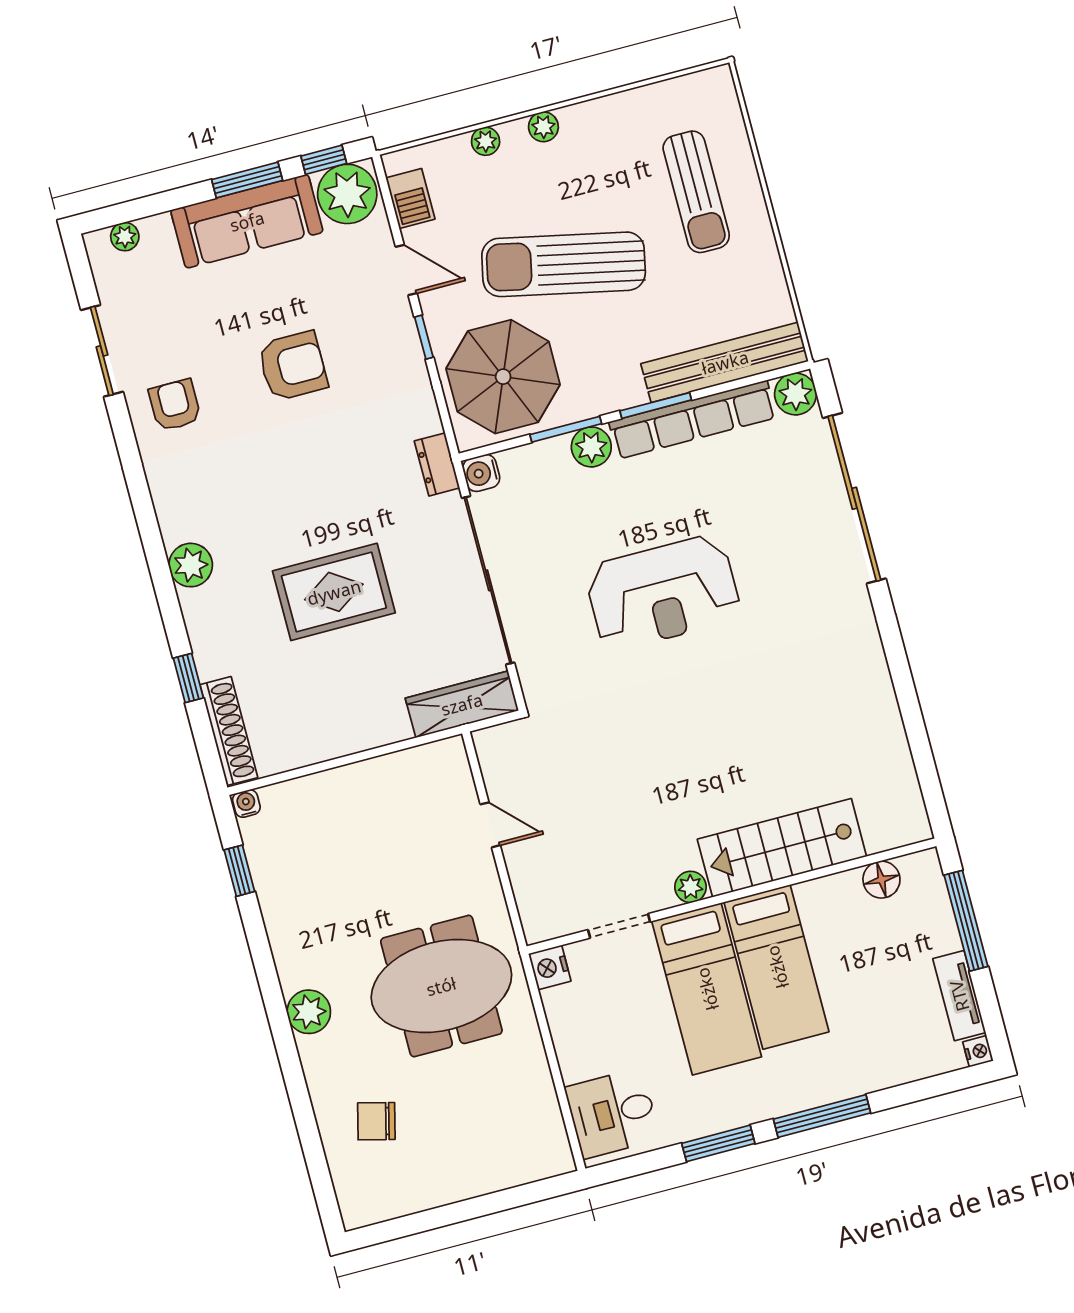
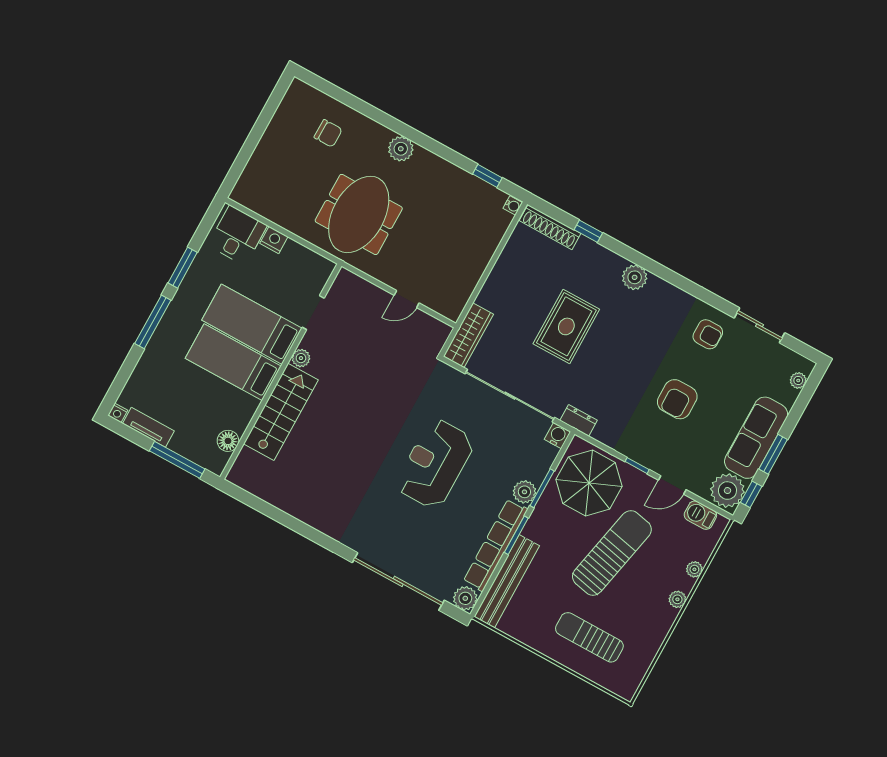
nightstand: (550, 967) -> (274, 240), moved
chair: (376, 1121) -> (328, 133), turned 76

